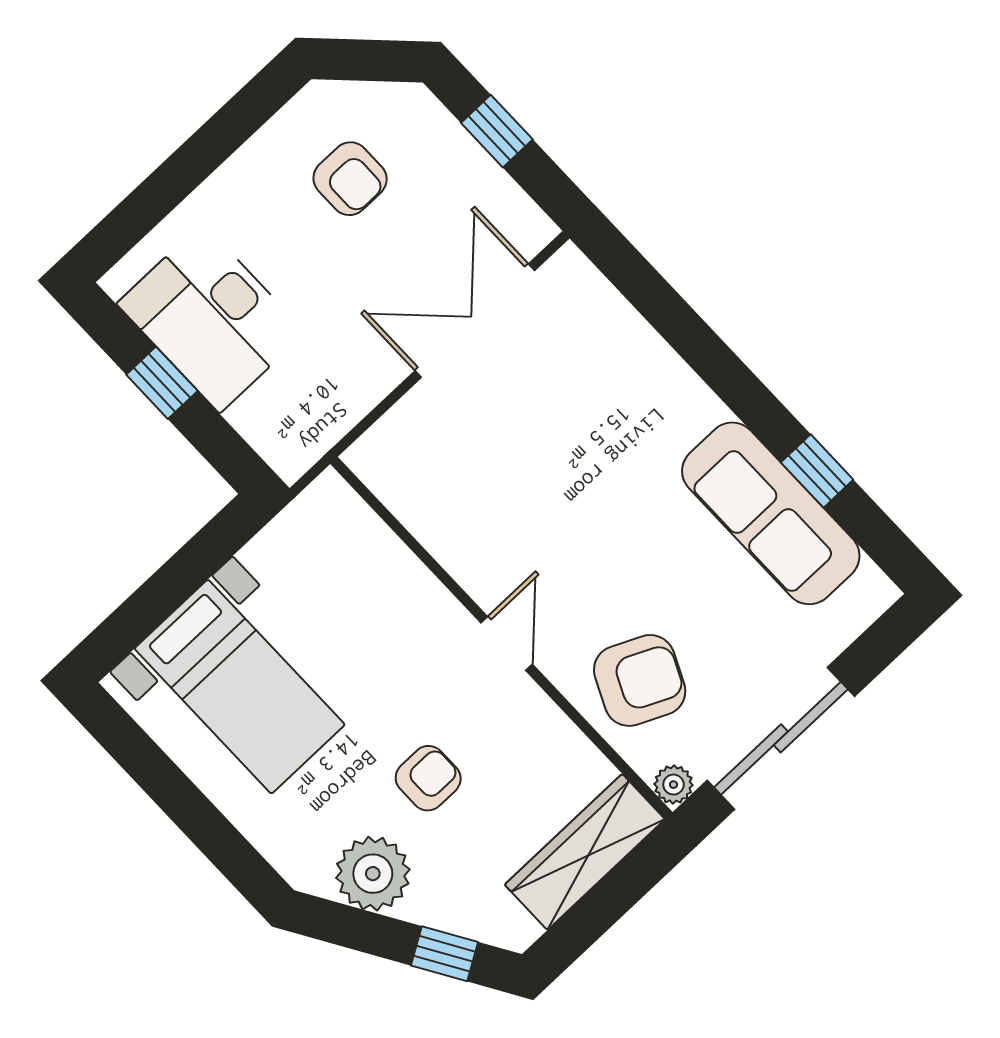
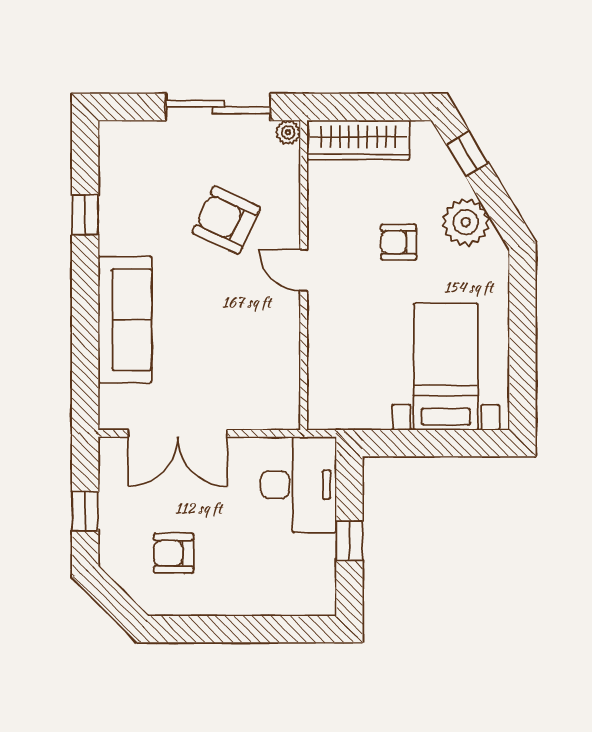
armchair: (350, 179) -> (174, 553), turned -90
desk: (211, 318) -> (299, 485), moved
sofa: (771, 513) -> (125, 320), moved
door: (507, 644) -> (304, 270), hinge flipped
armchair: (640, 680) -> (226, 220), moved

